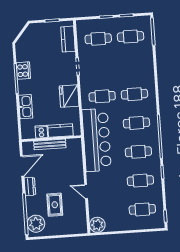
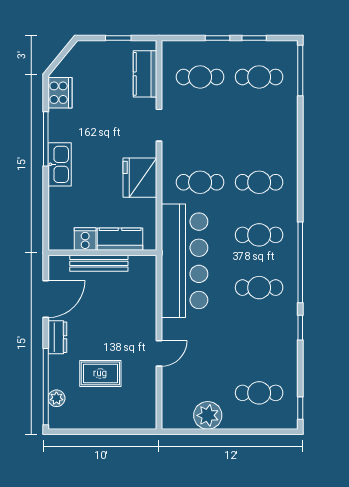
cooker: (23, 71) -> (60, 93), moved
kitchen sink: (26, 107) -> (60, 164), moved
cafe table: (140, 181) -> (259, 340), removed
door: (86, 192) -> (159, 353), swing flipped
rug: (55, 205) -> (100, 373), turned 90
plant: (36, 224) -> (56, 398), width x0.53, depth x0.53
plant: (97, 225) -> (208, 415), moved

